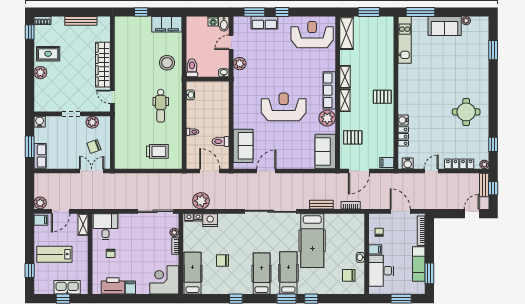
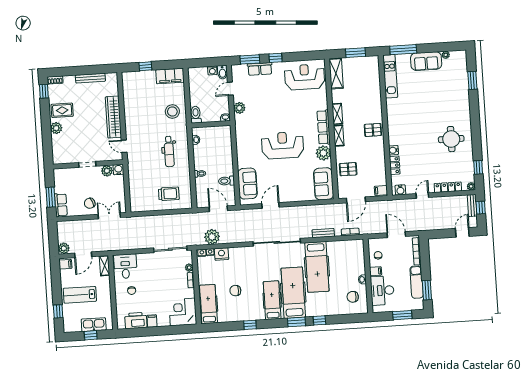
water cooler: (40, 122) -> (118, 170), moved
chair: (94, 146) -> (90, 203), moved
hospital bed: (288, 273) -> (293, 293), width x1.37, depth x1.29

